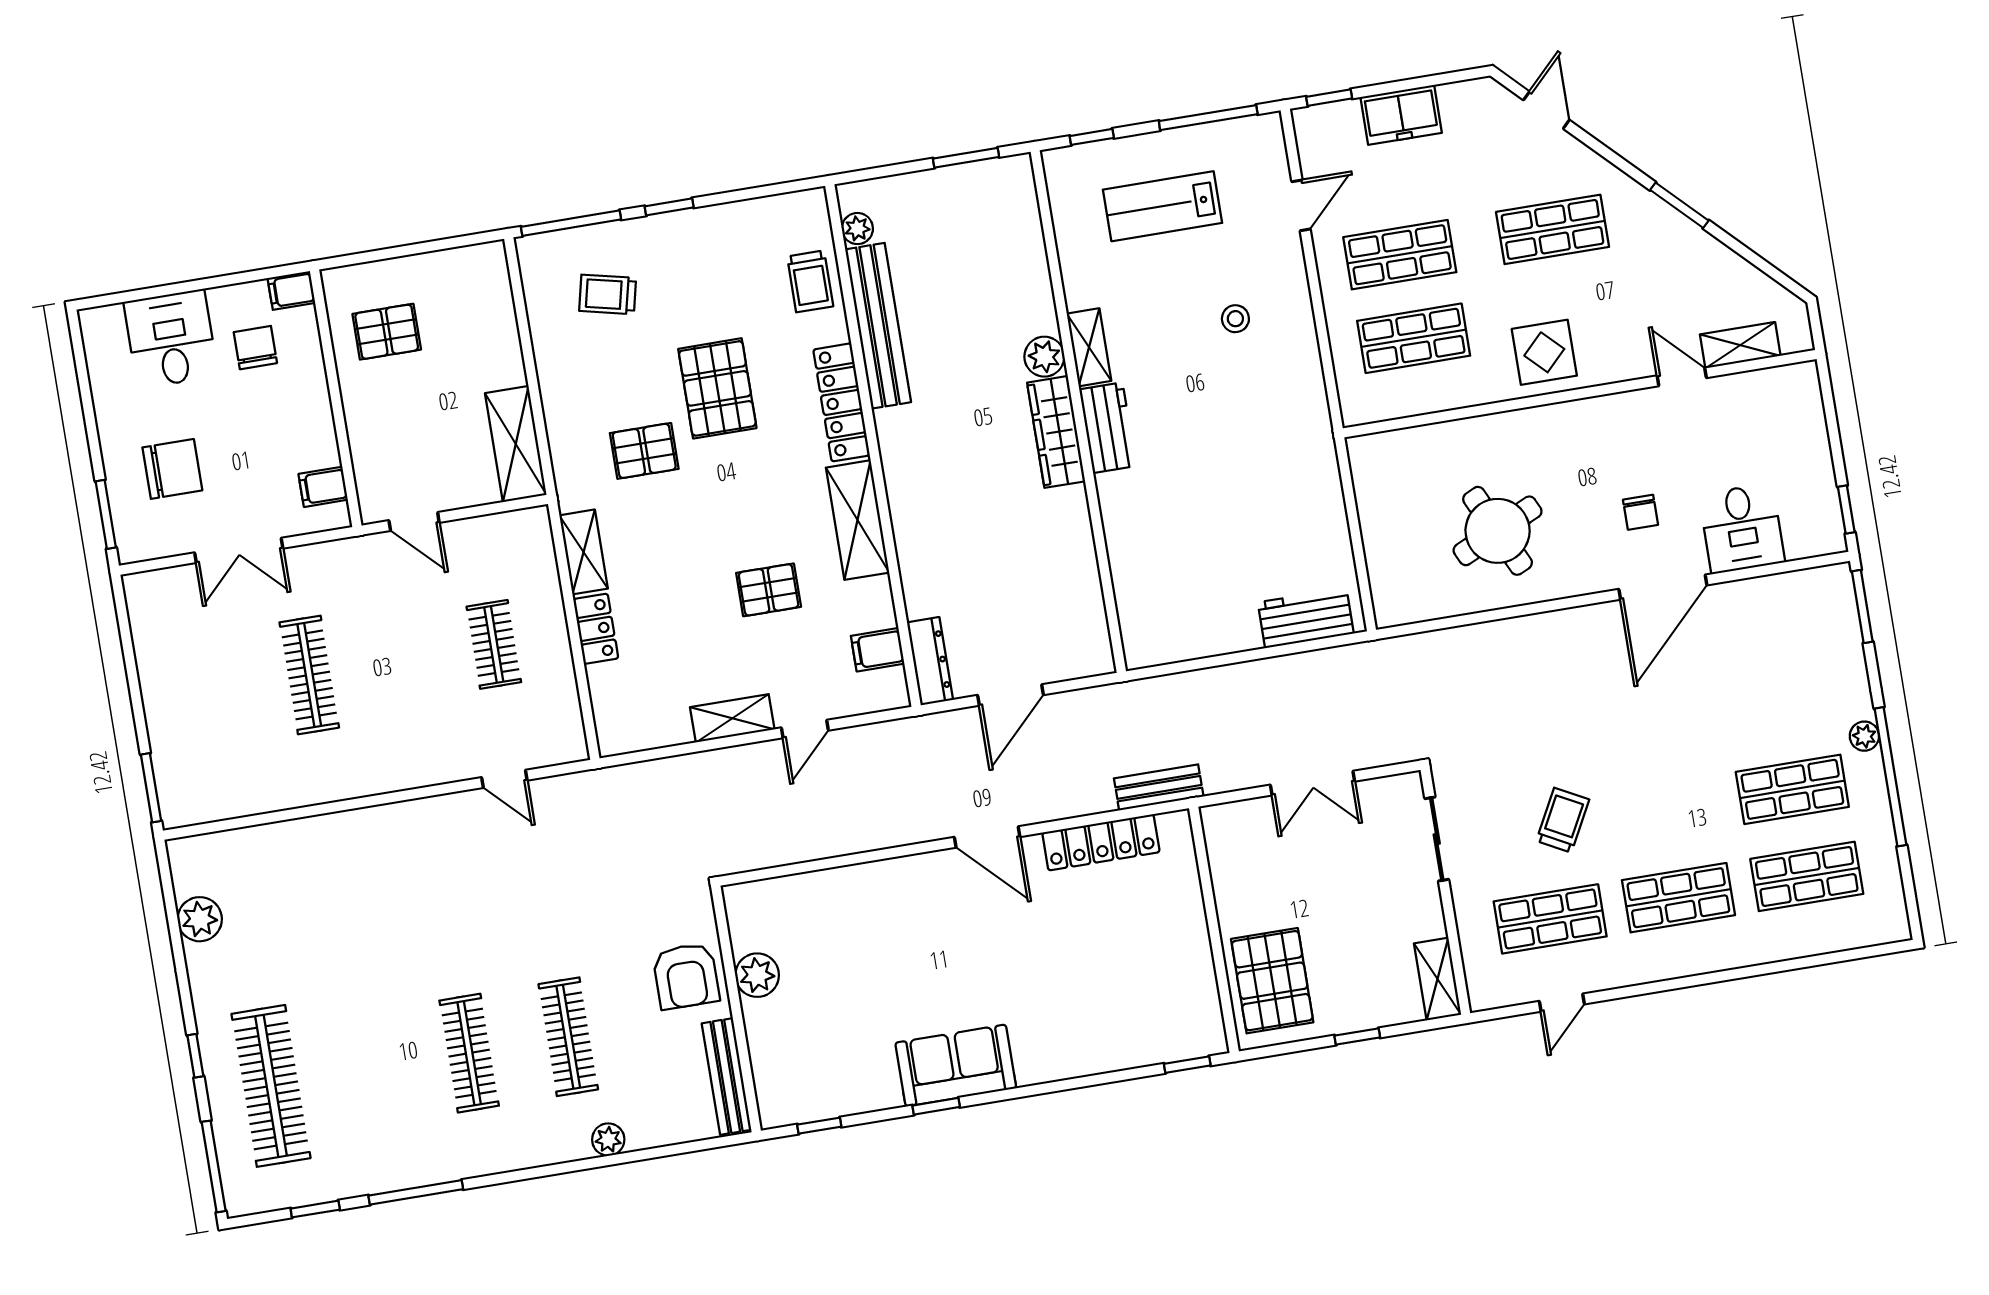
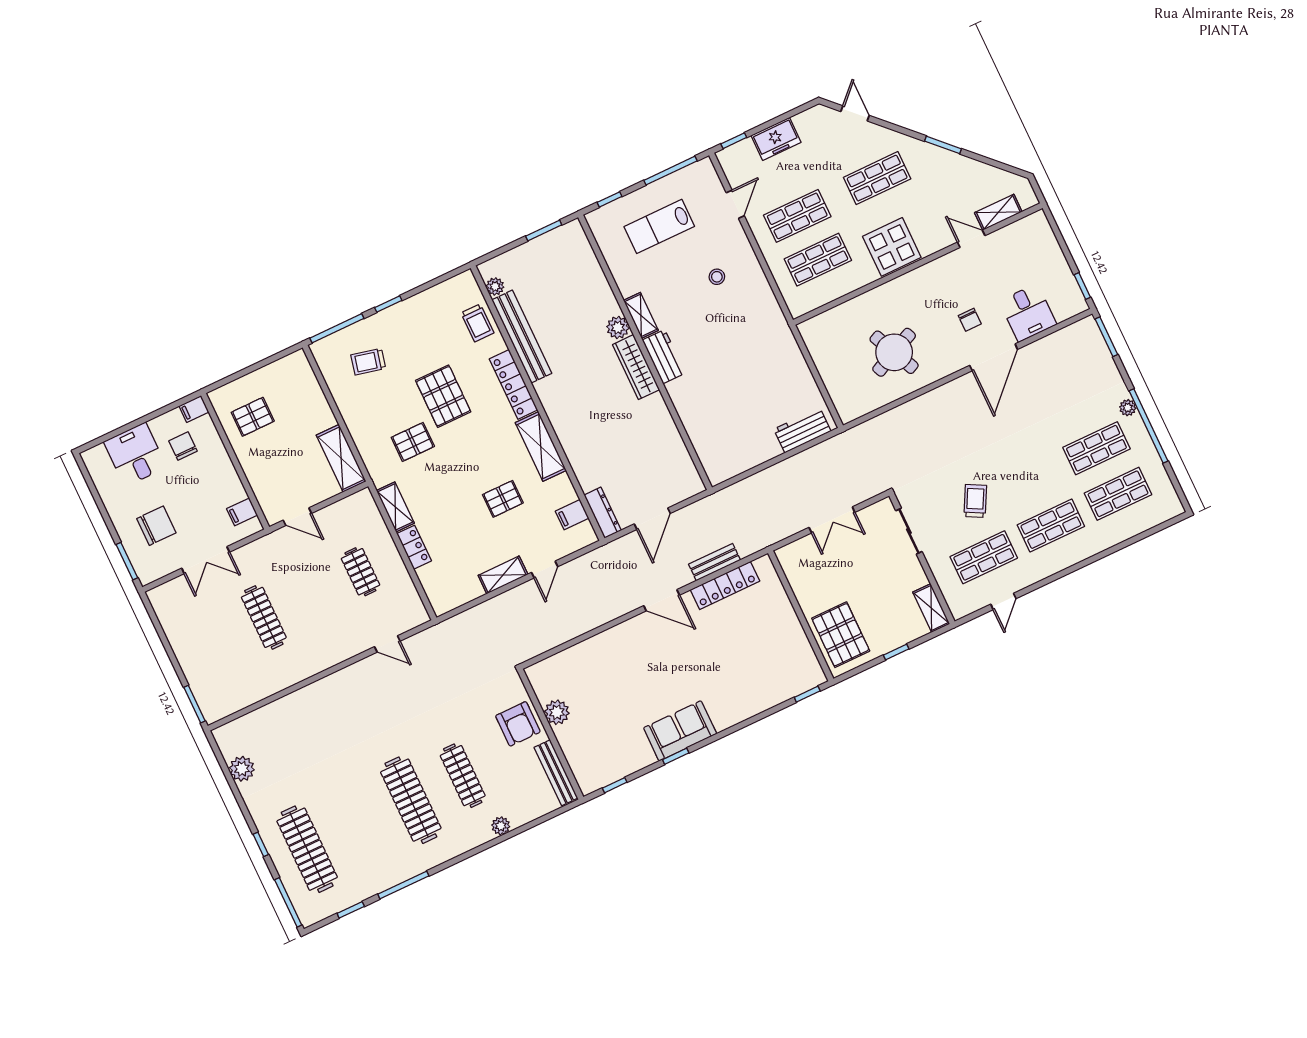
display table: (1544, 352) -> (892, 247), width x1.36, depth x1.36
bench: (1159, 787) -> (715, 562), moved
clothes rail: (469, 1053) -> (411, 800), width x1.37, depth x1.31

